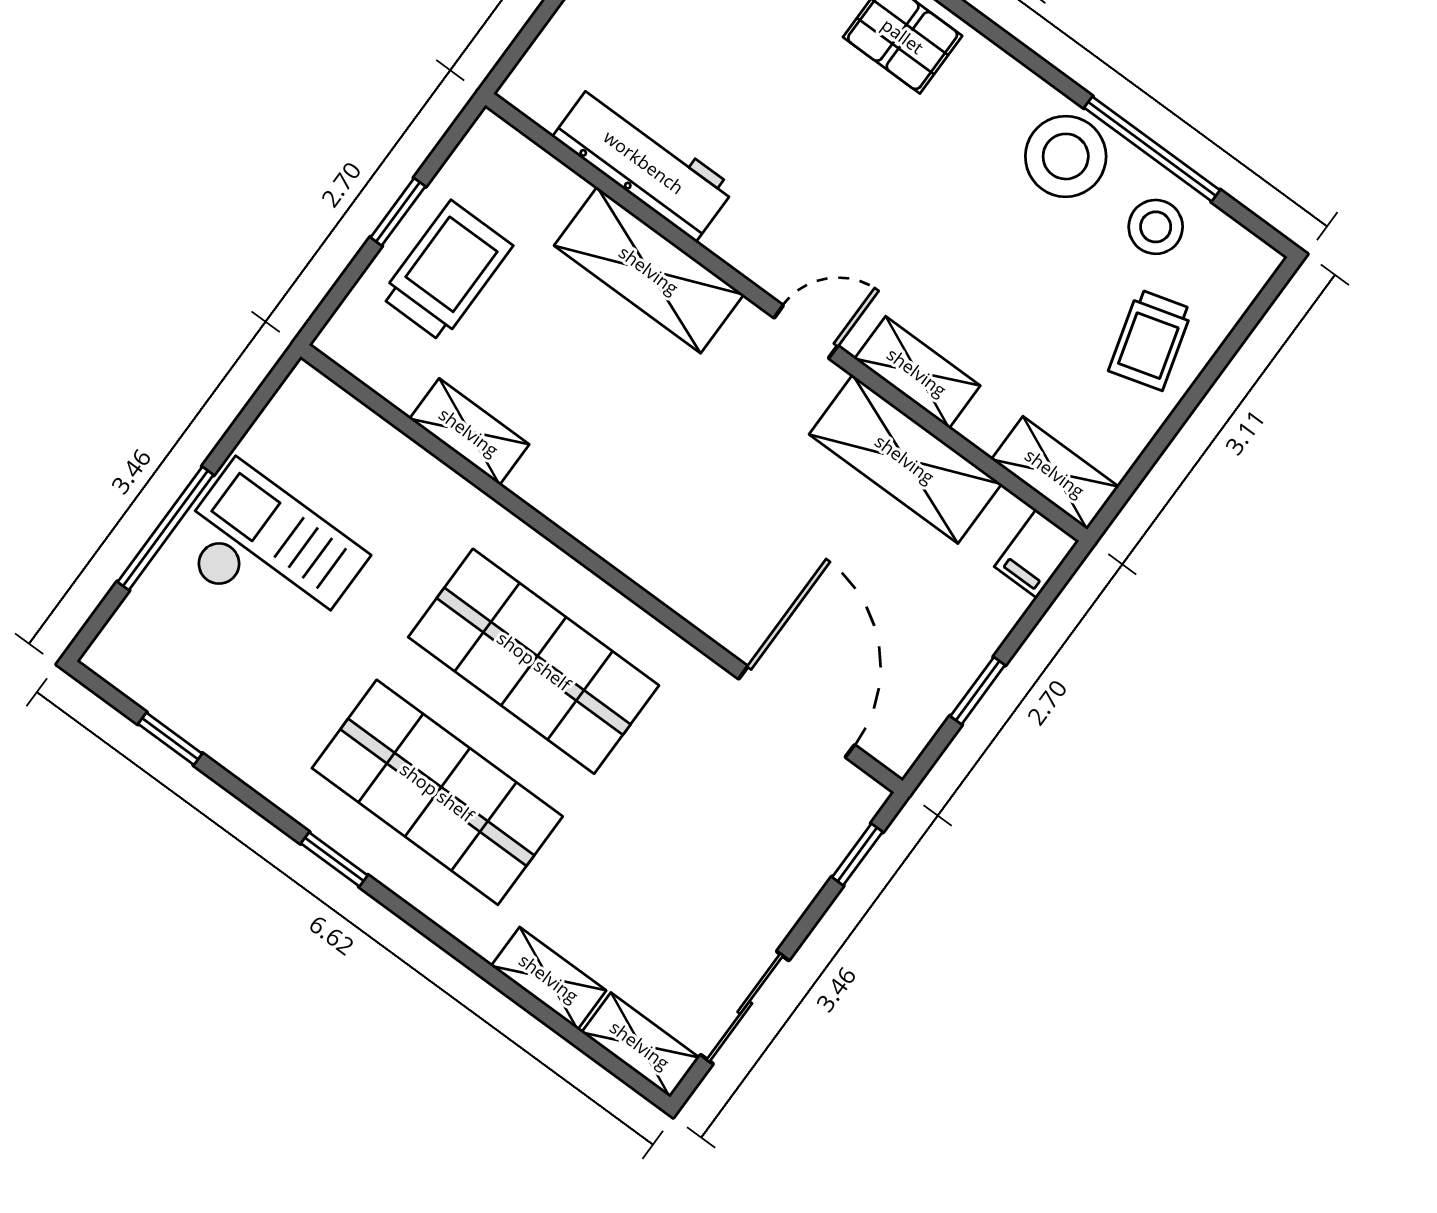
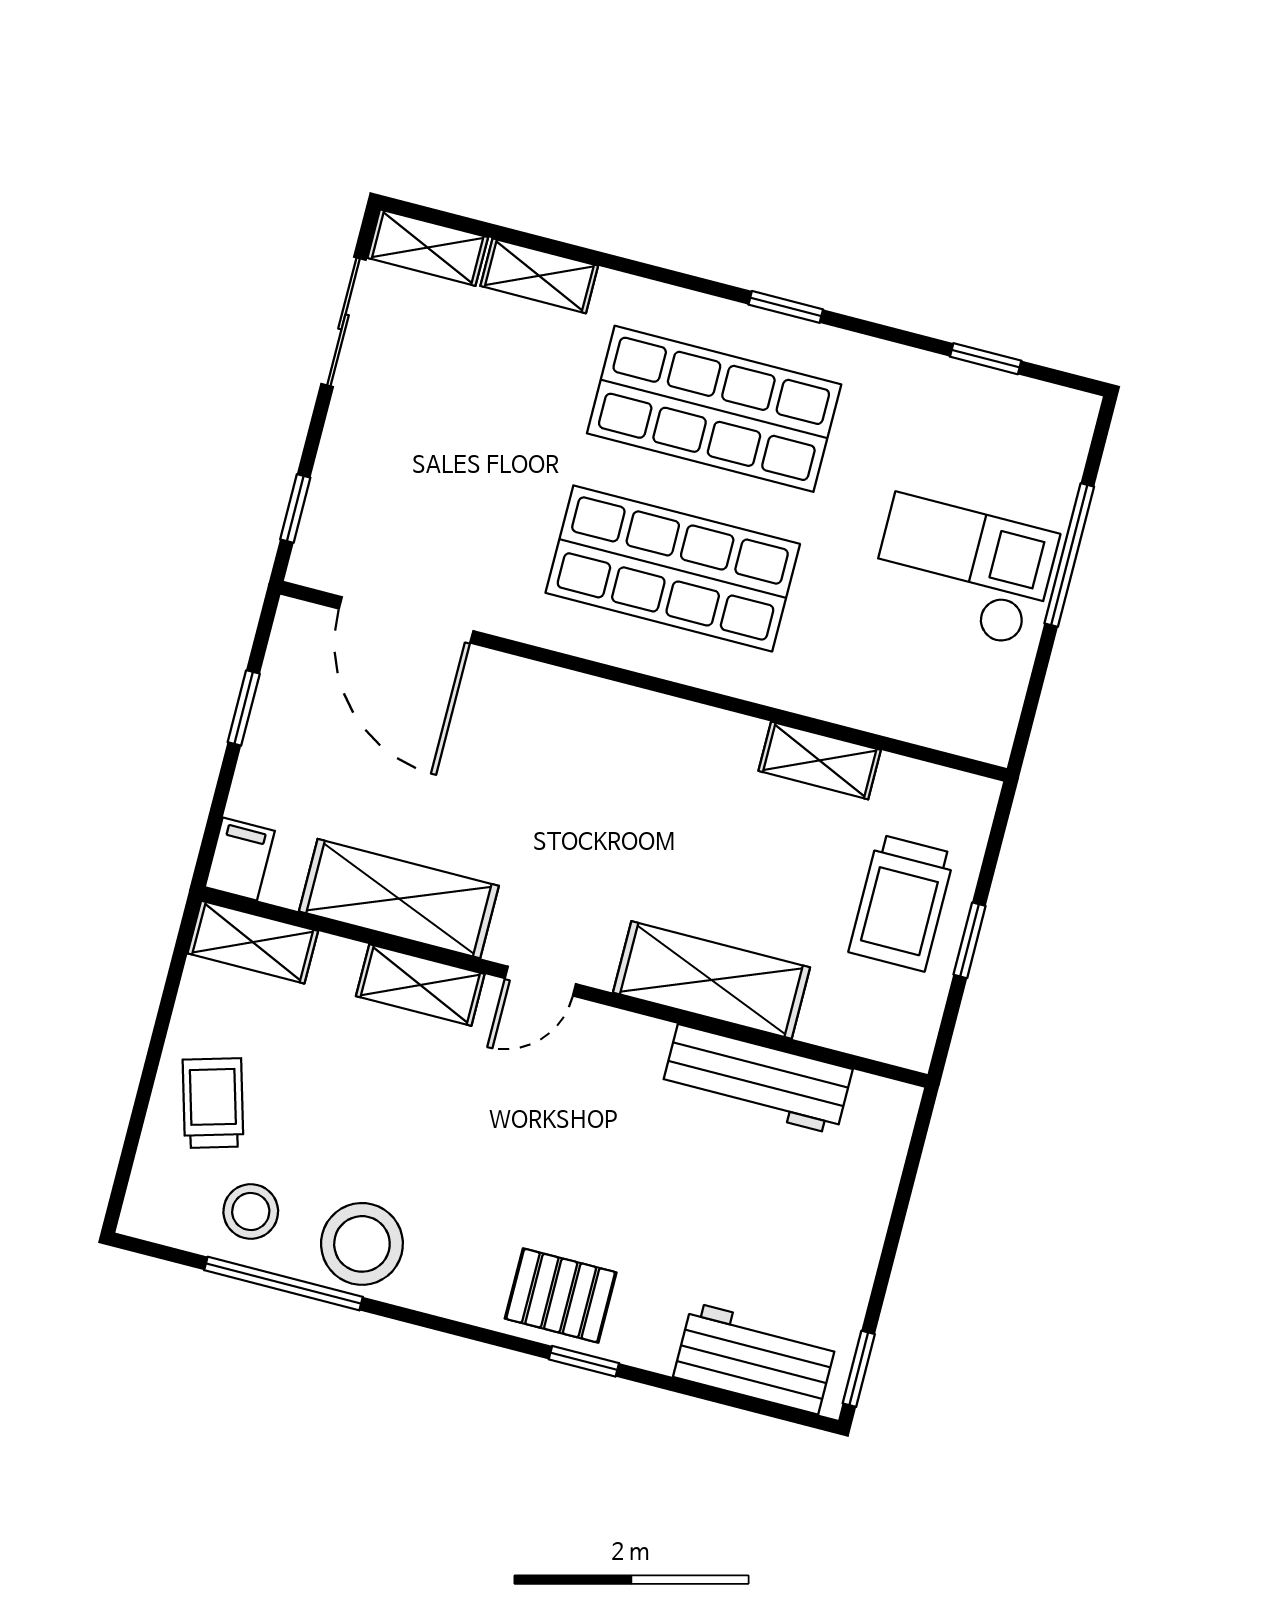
checkout: (268, 553) -> (963, 571), turned 180

